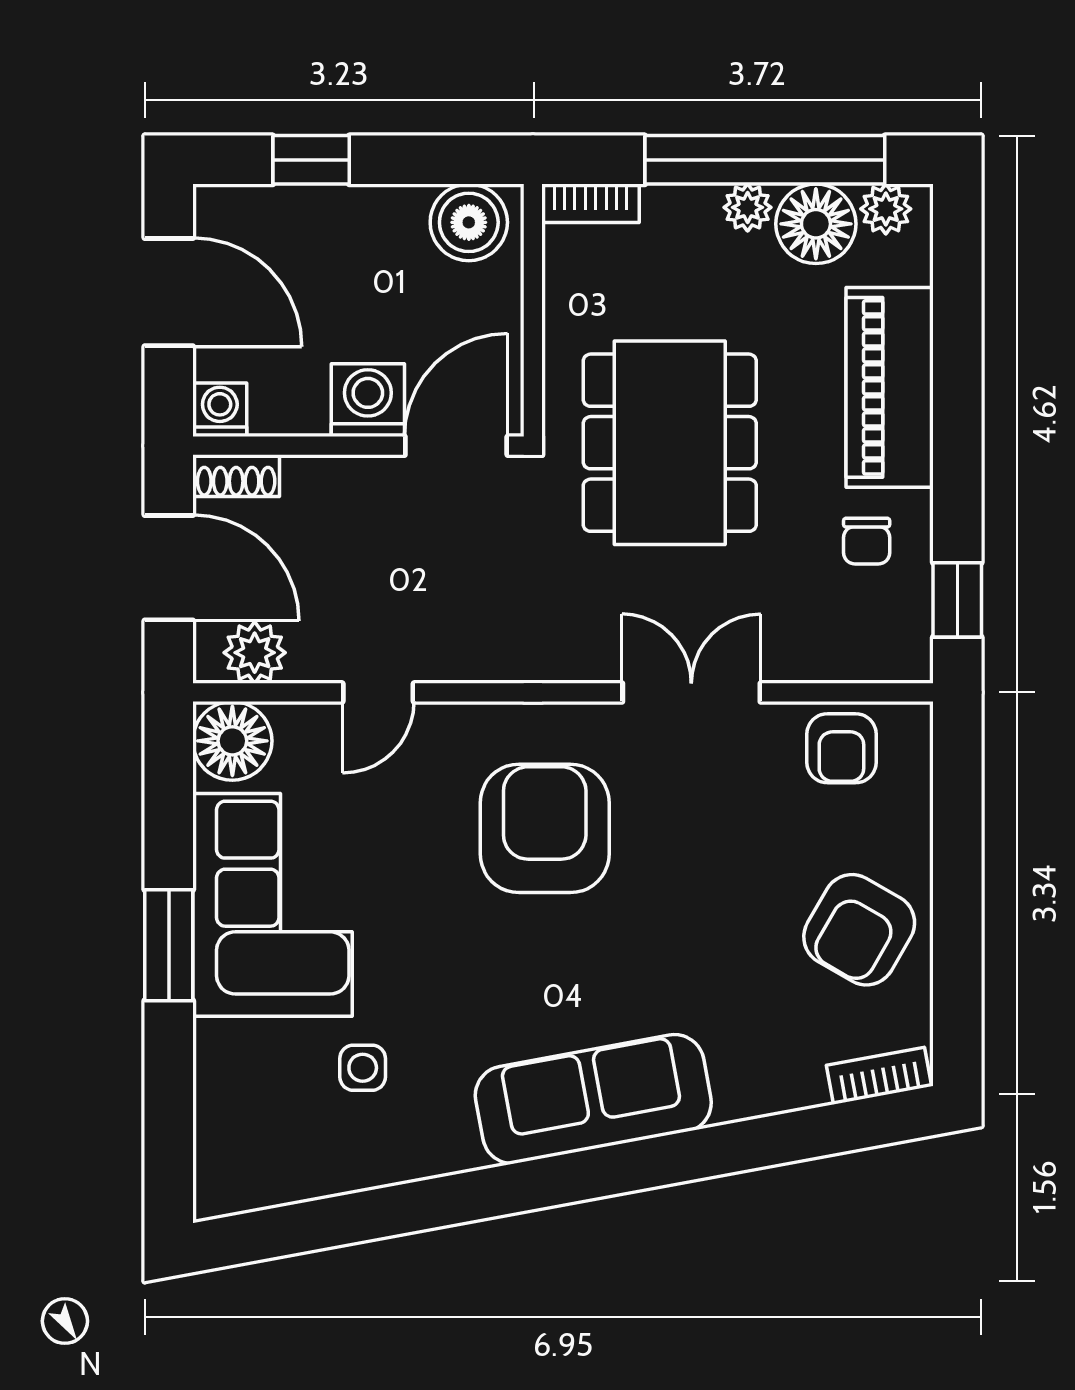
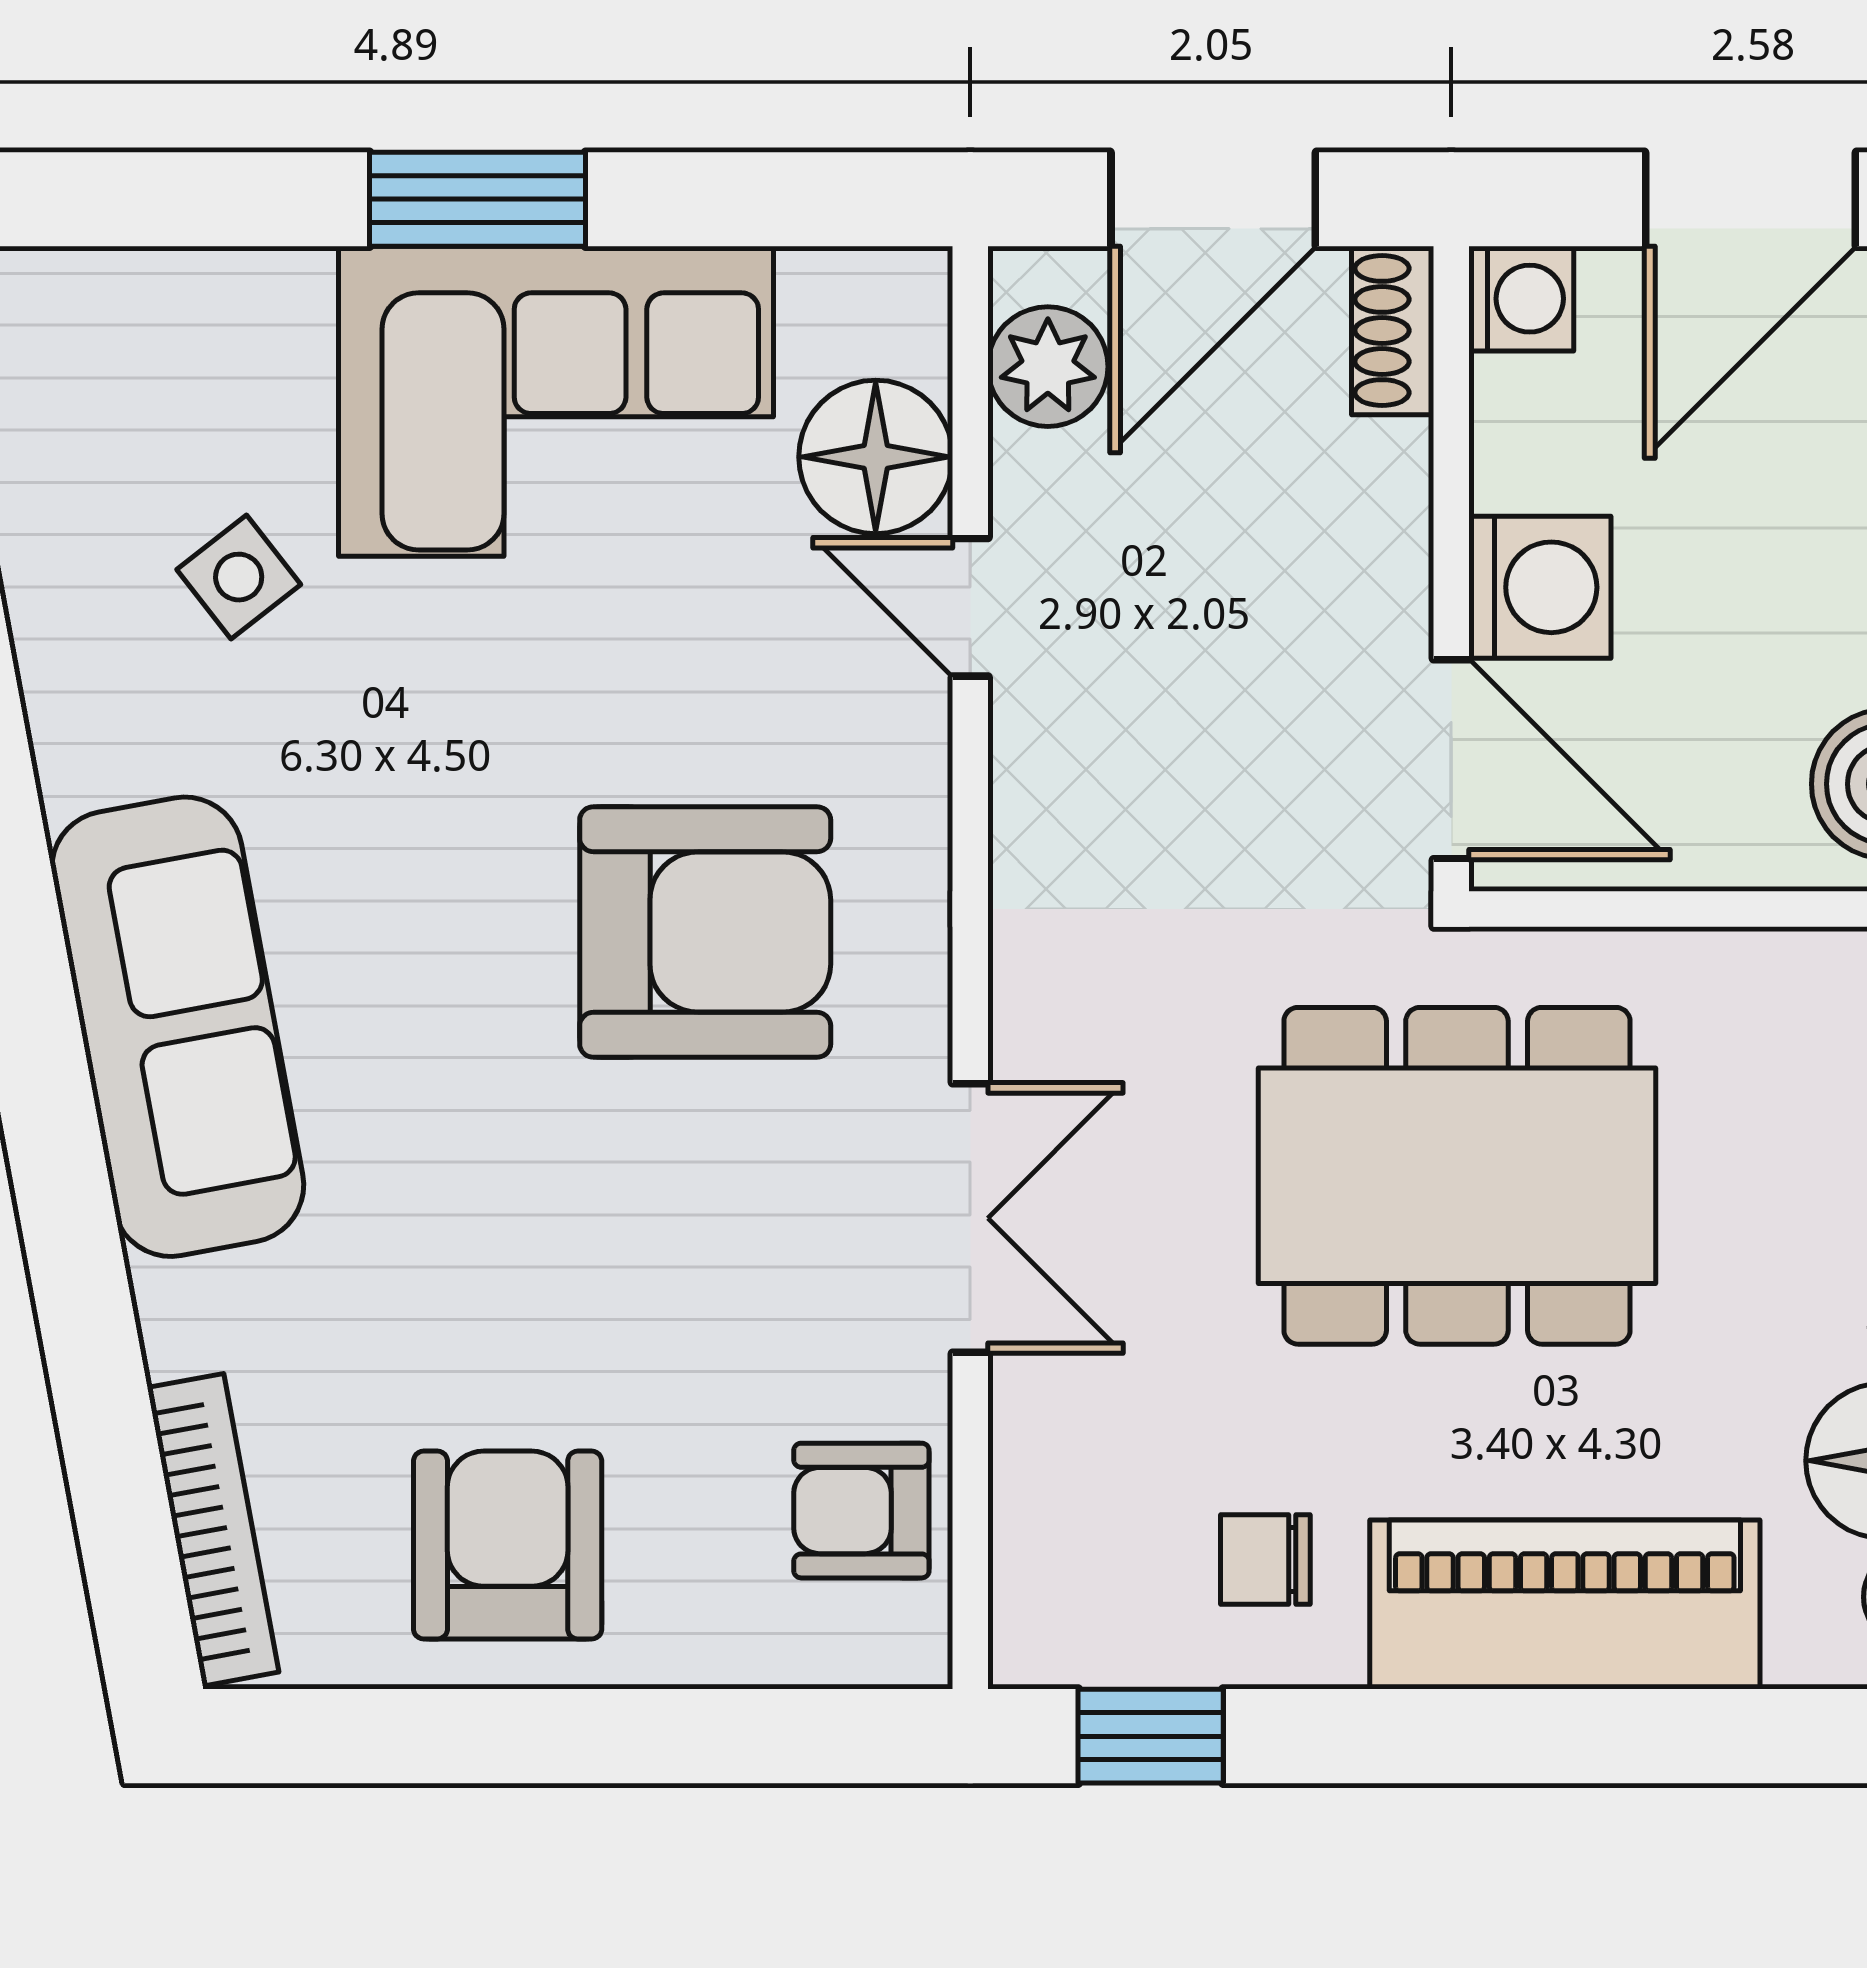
floor lamp: (232, 741) -> (876, 457), moved
armchair: (859, 930) -> (508, 1545), turned 60
side table: (363, 1068) -> (239, 577), turned -38
bookcase: (879, 1076) -> (213, 1530), width x1.56

